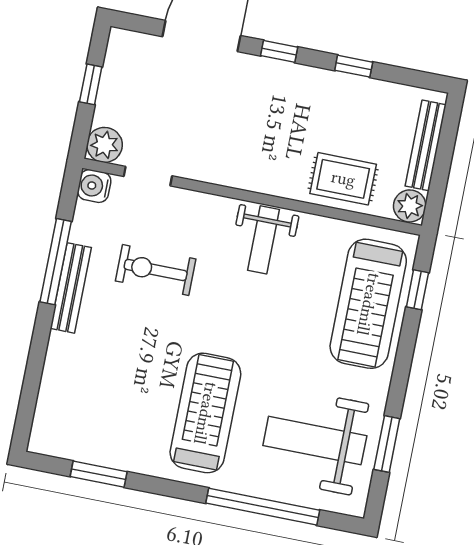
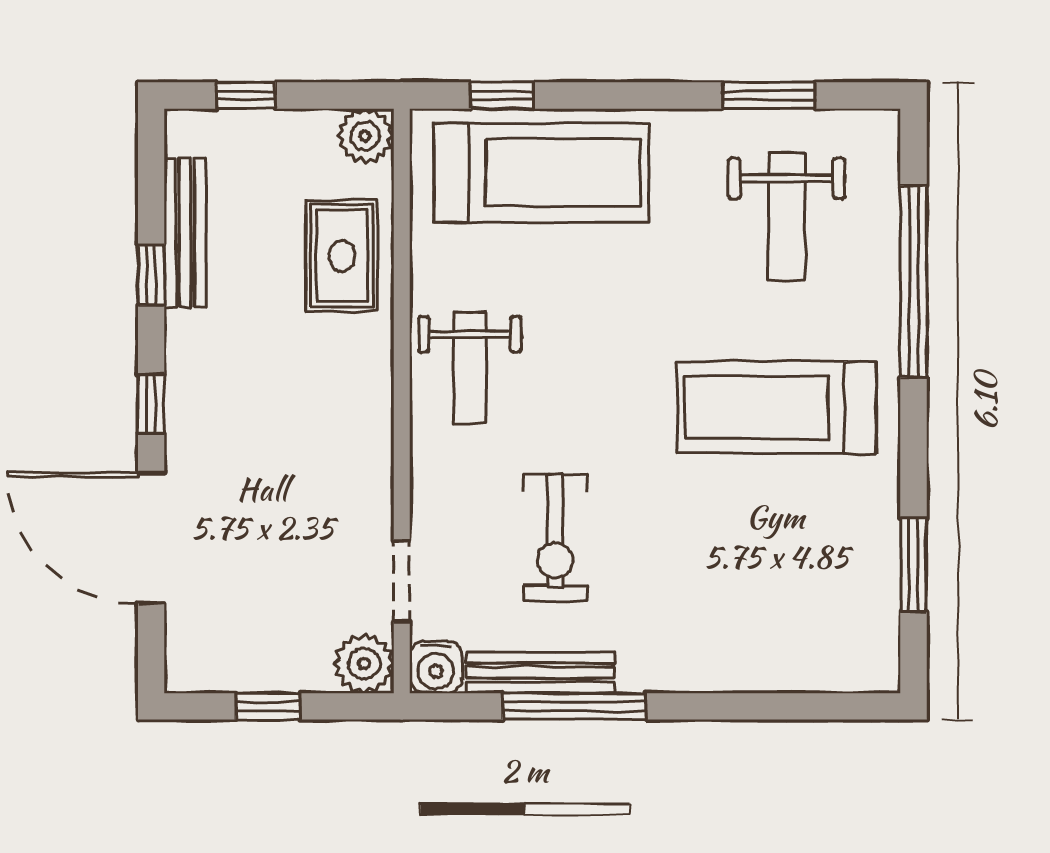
window: (447, 141) -> (246, 95), added
bench: (426, 145) -> (185, 233), moved, turned 90
weight bench: (264, 240) -> (470, 368), turned 90
bench: (71, 288) -> (540, 673), moved
weight bench: (315, 441) -> (787, 217), width x0.73, depth x0.75

